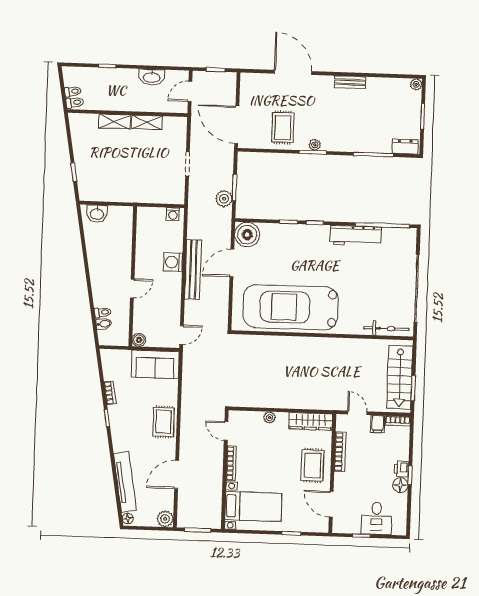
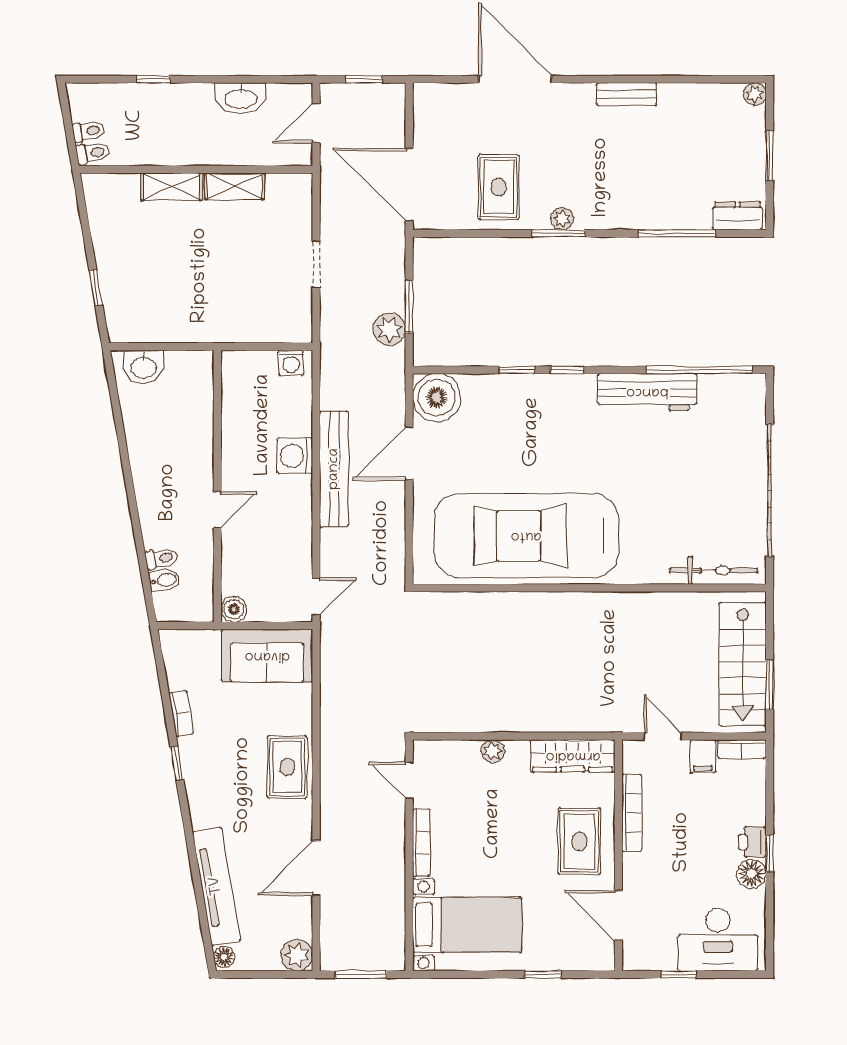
desk: (376, 518) -> (718, 940), width x1.37

